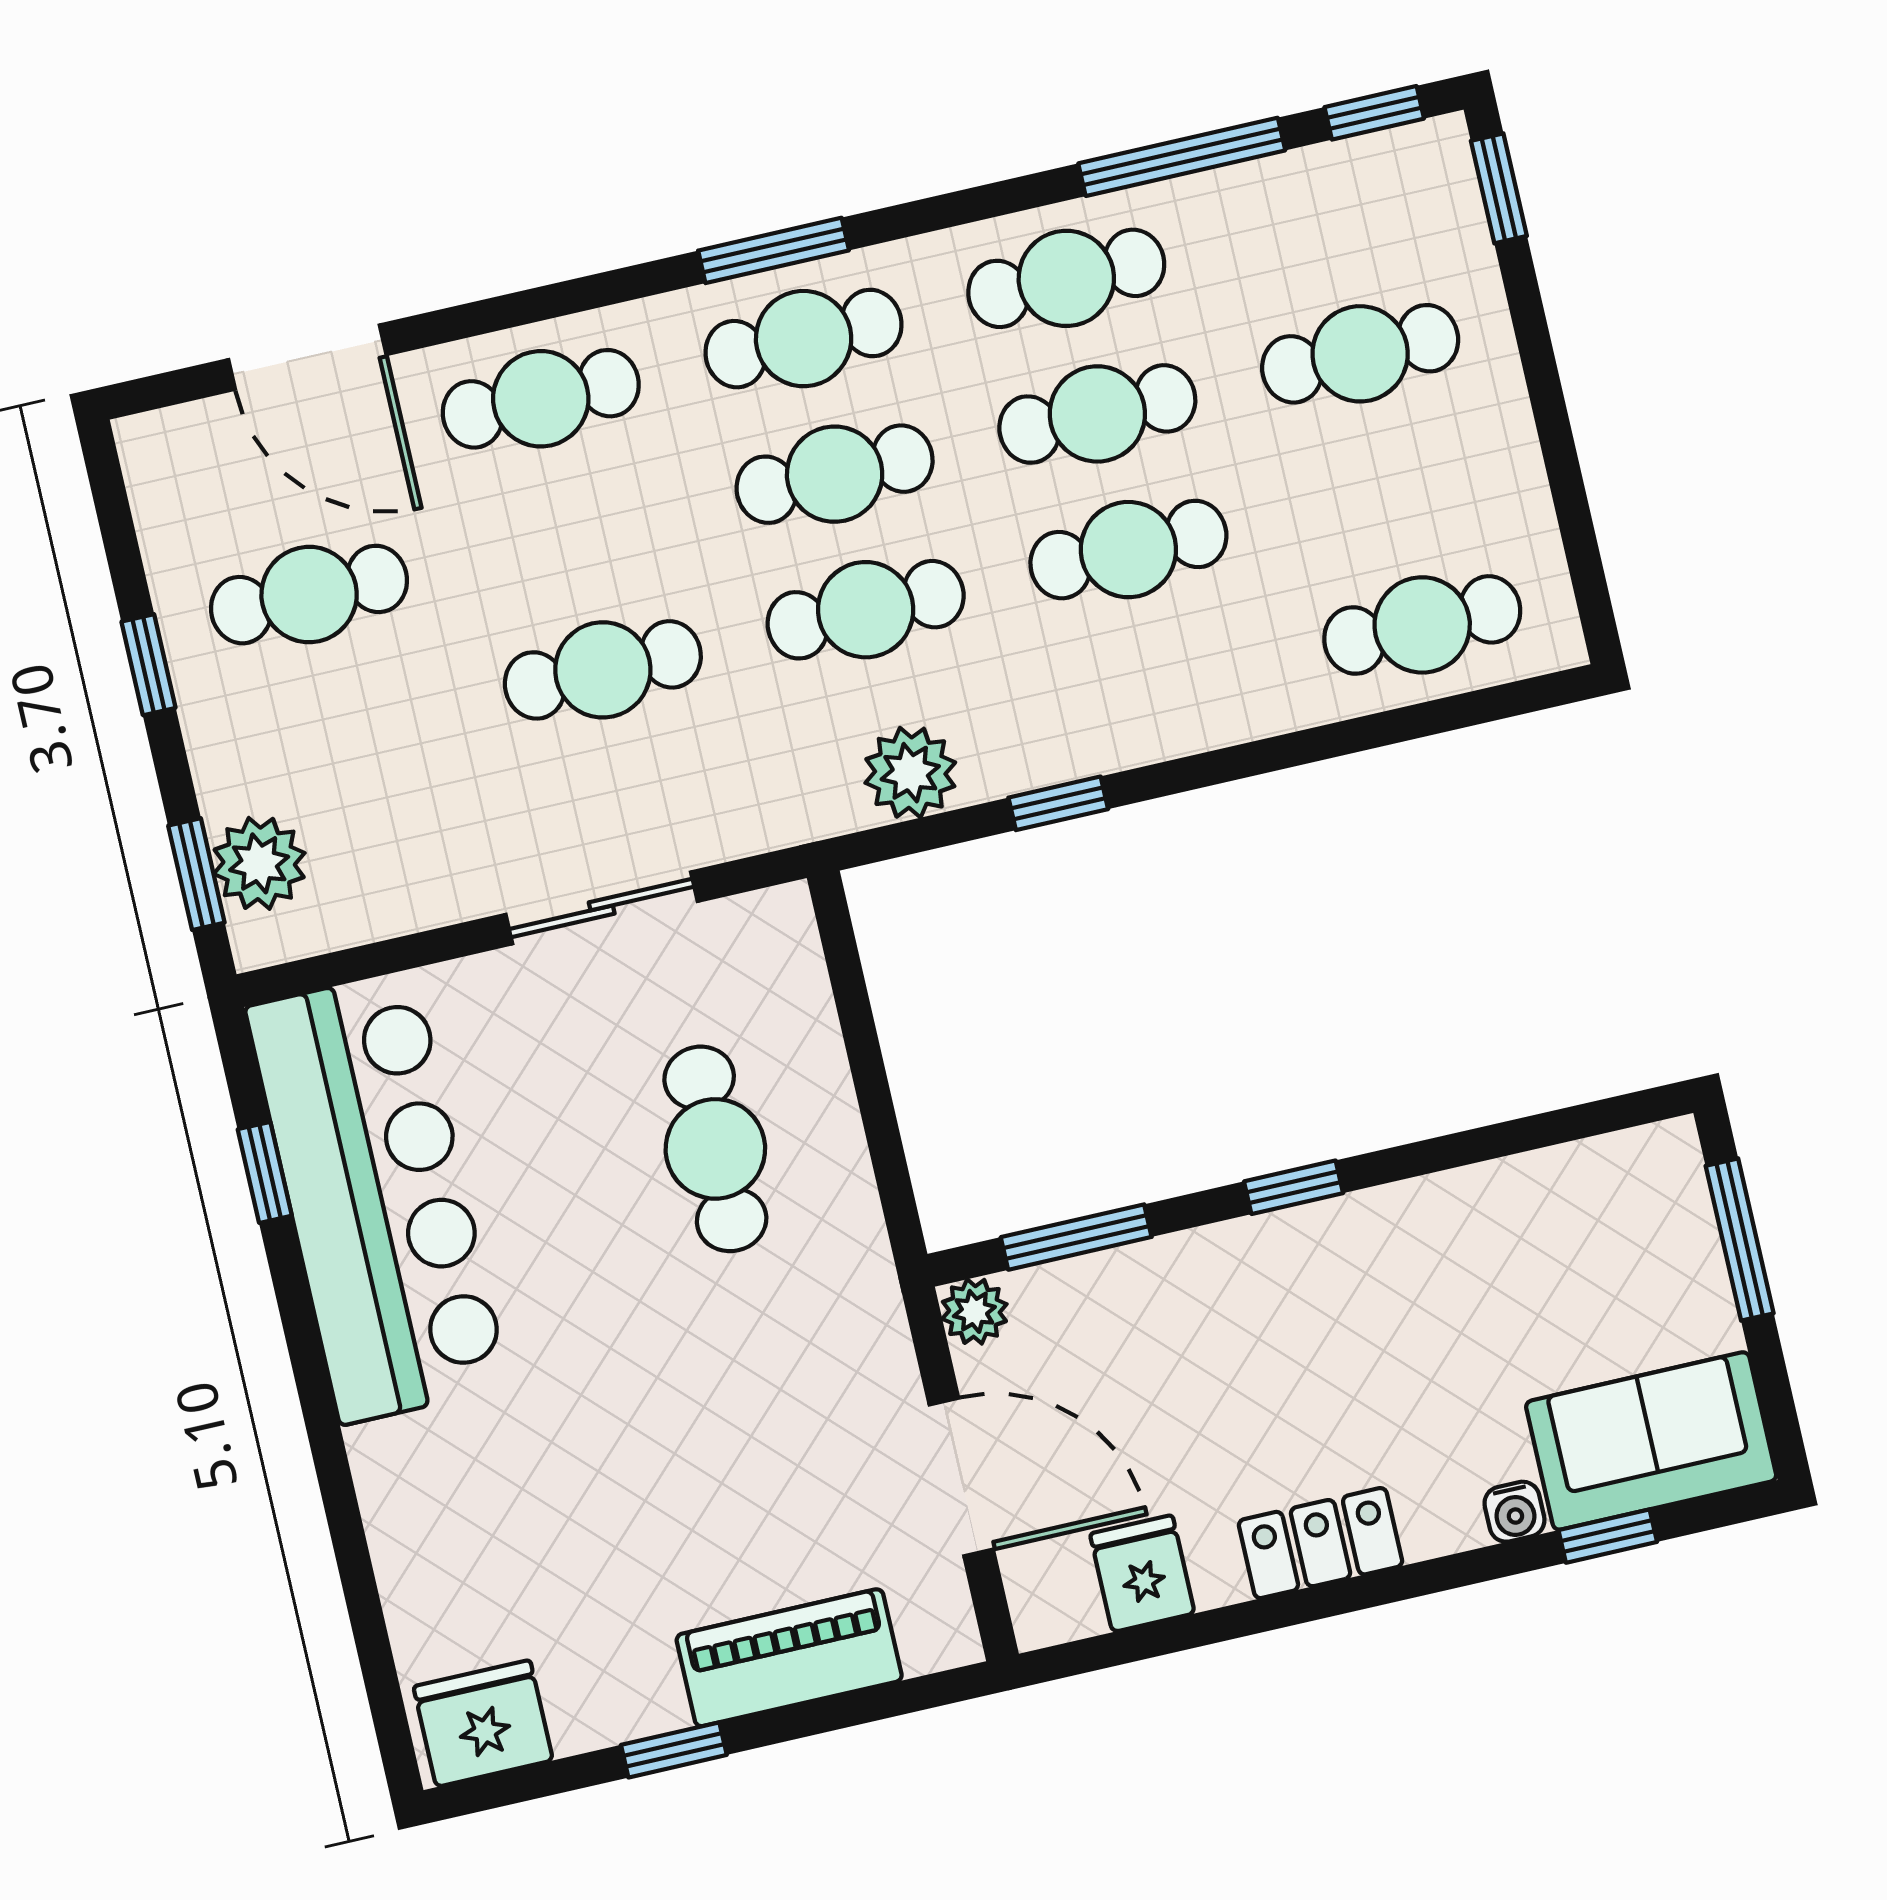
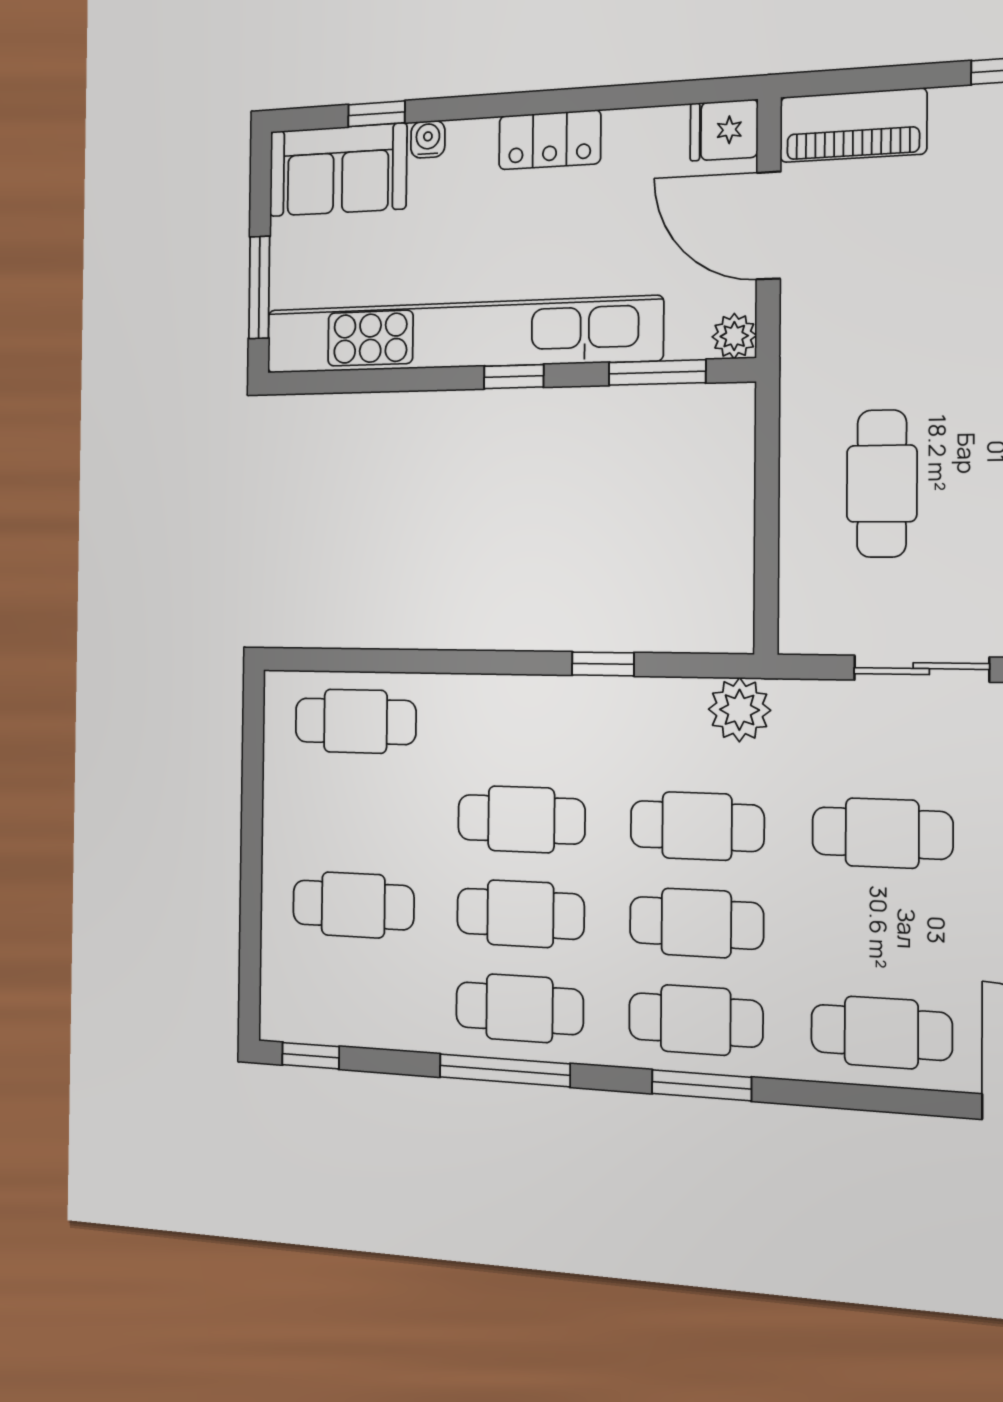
window: (1182, 157) -> (505, 1070), moved
window: (1499, 188) -> (250, 985), removed
plant: (910, 773) -> (739, 710), moved
kitchen unit: (1393, 1231) -> (460, 335), added
fridge: (1142, 1574) -> (724, 130), moved, turned 90
piano: (789, 1658) -> (853, 125), moved

